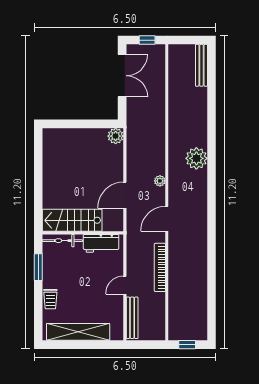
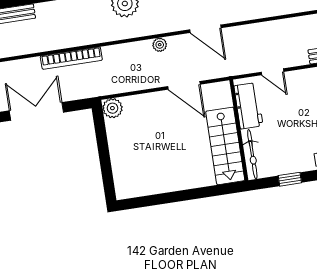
window: (38, 267) -> (290, 179), width x0.67
bookcase: (160, 267) -> (71, 58), moved
door: (125, 285) -> (272, 72), moved

